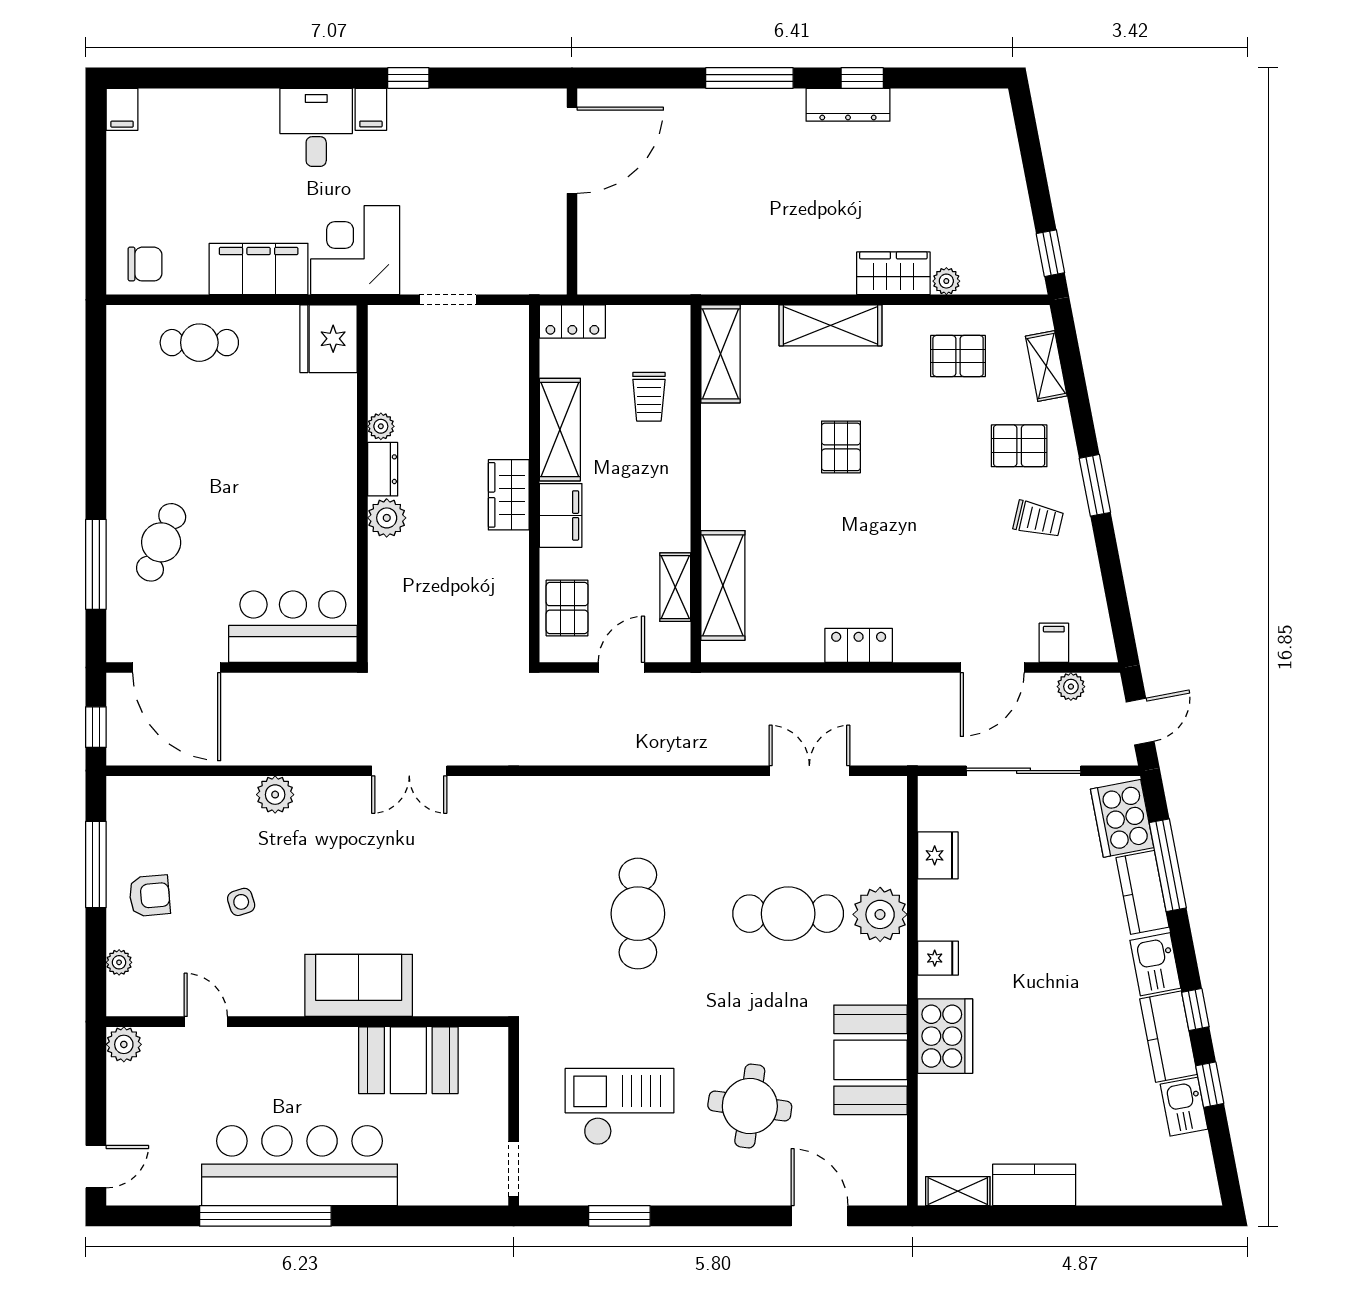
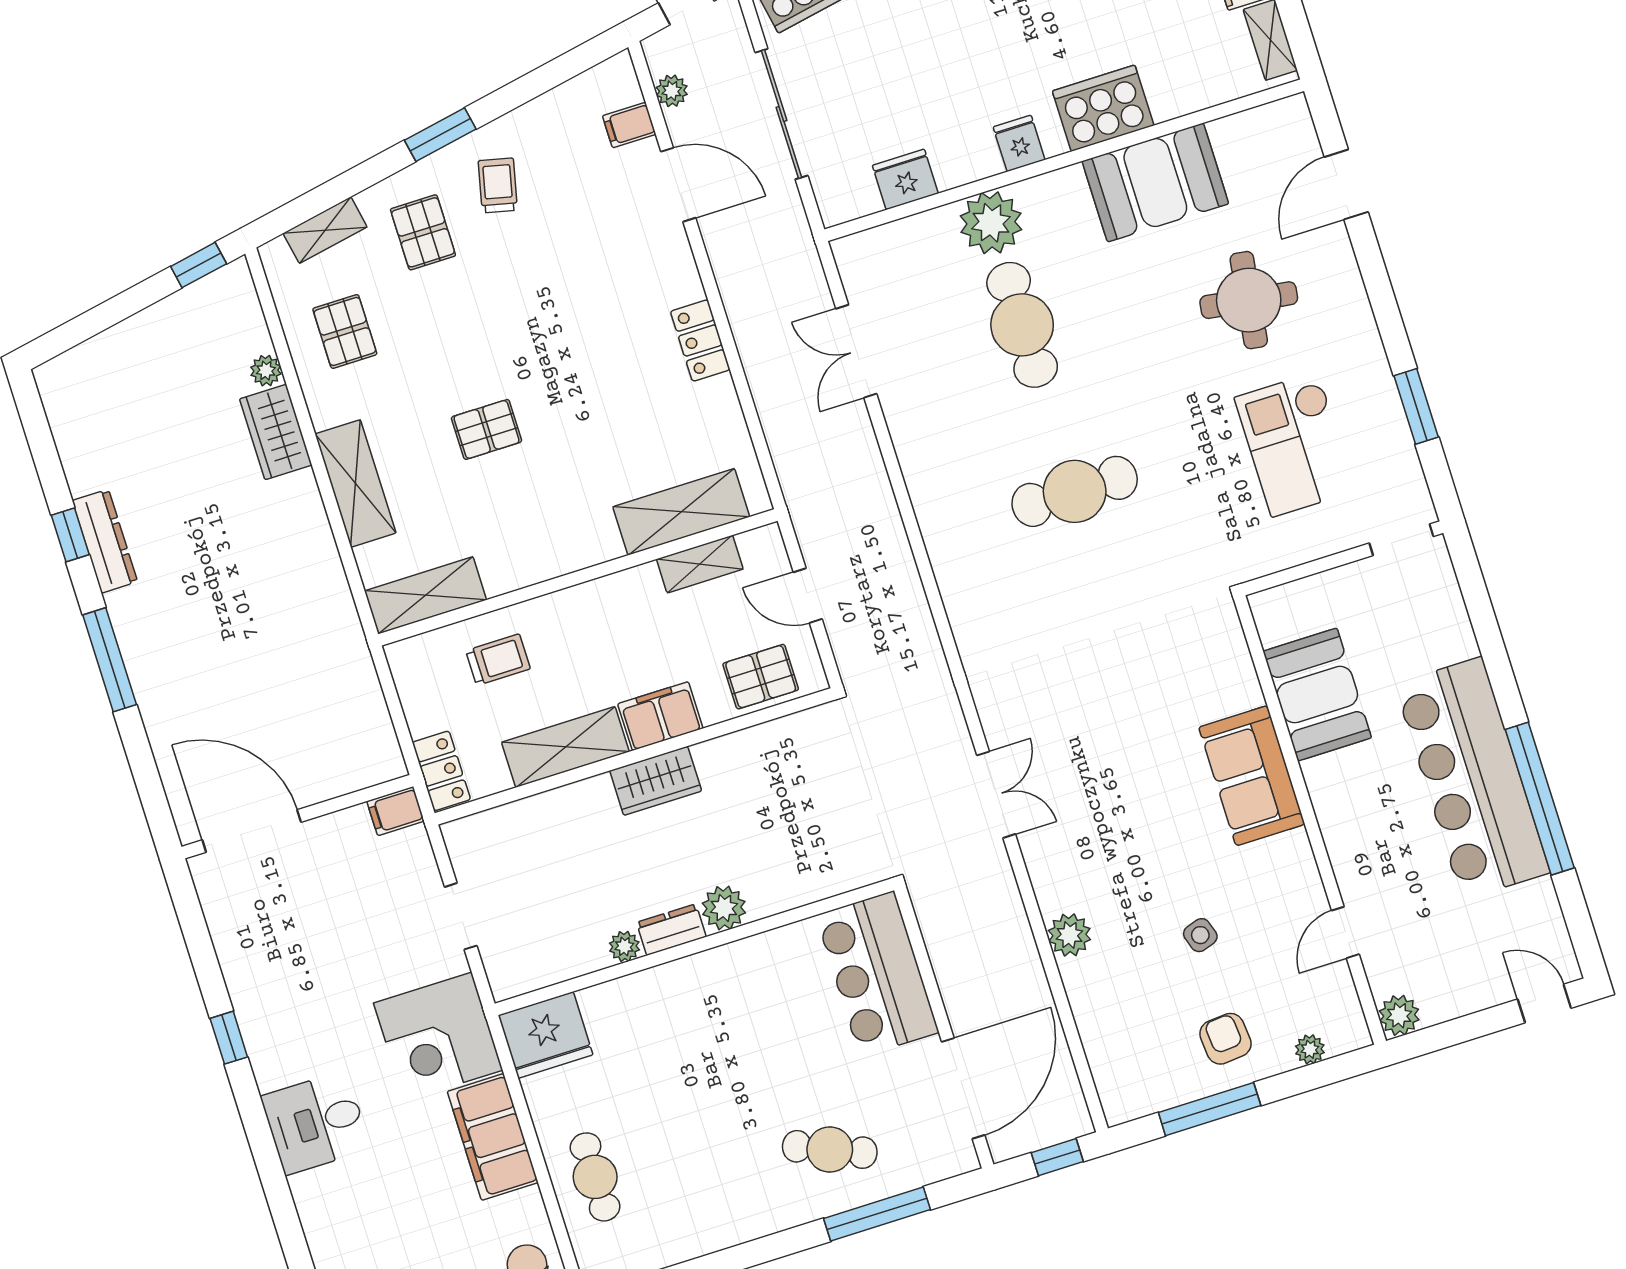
filing cabinet: (371, 109) -> (396, 811), moved, turned 180

